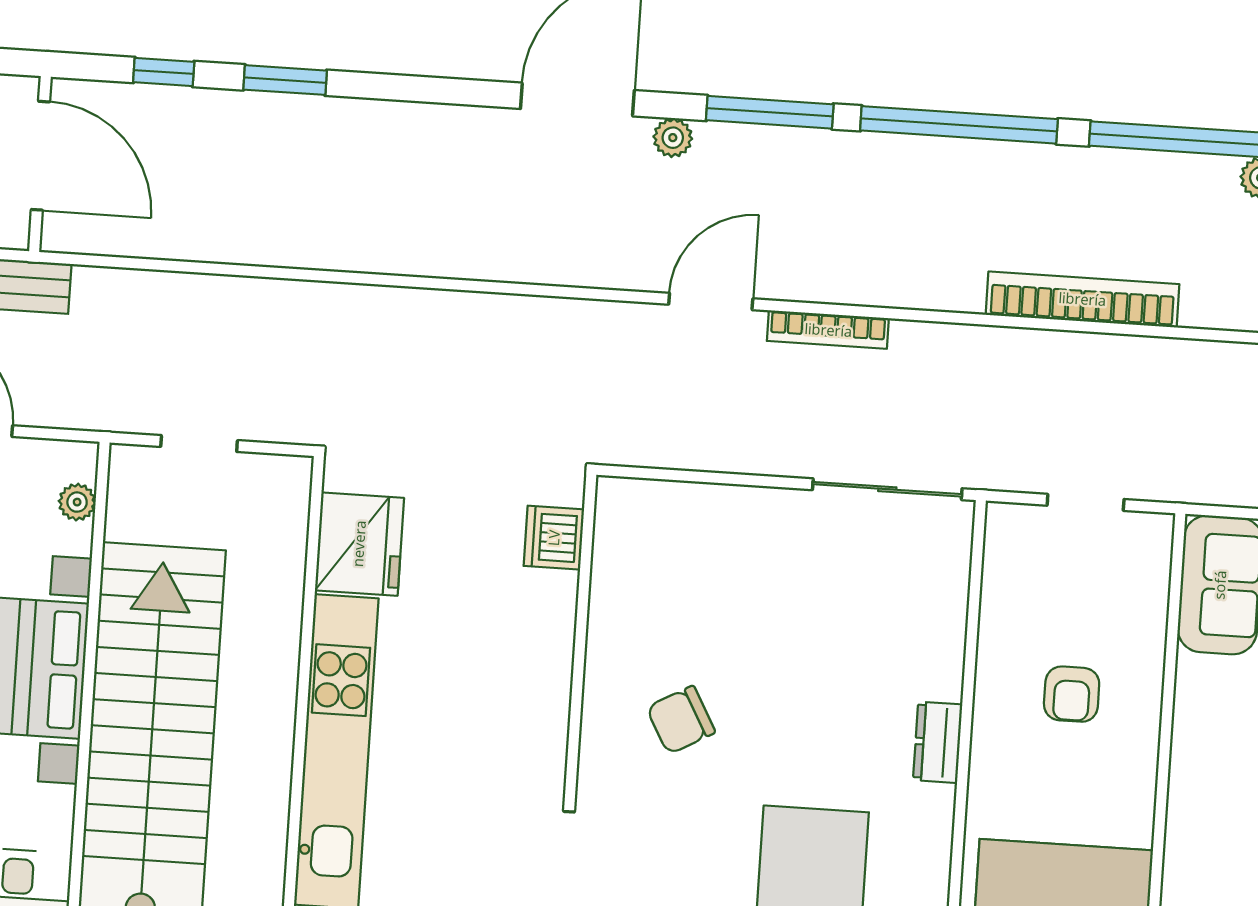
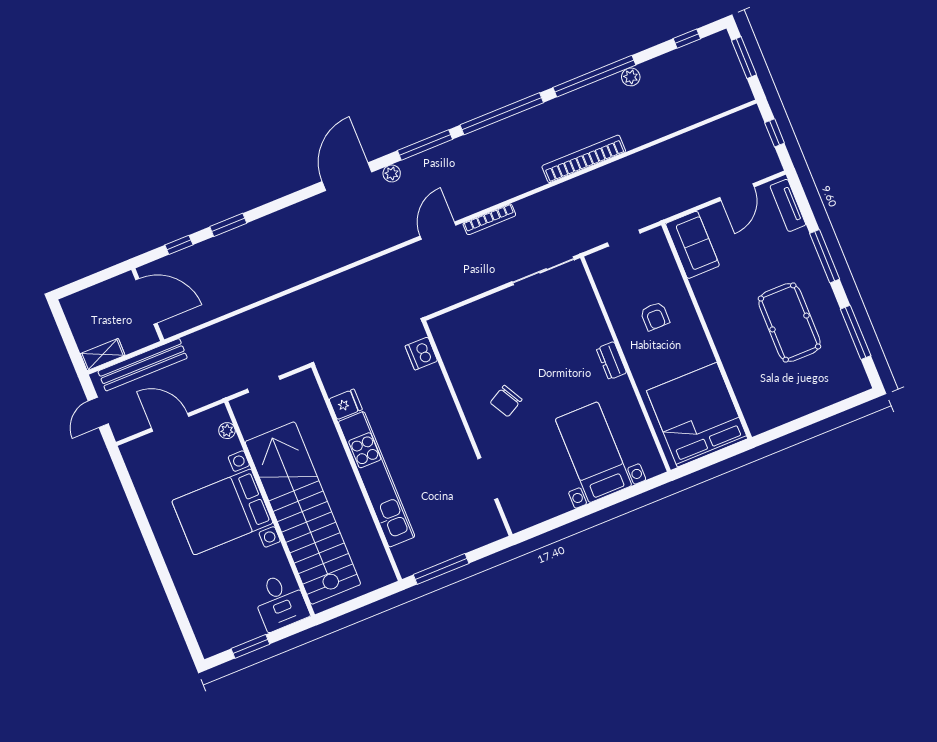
fridge: (359, 544) -> (346, 404), width x0.53, depth x0.75

